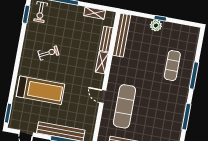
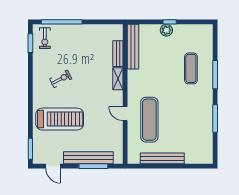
shelving: (95, 13) -> (101, 29), removed

